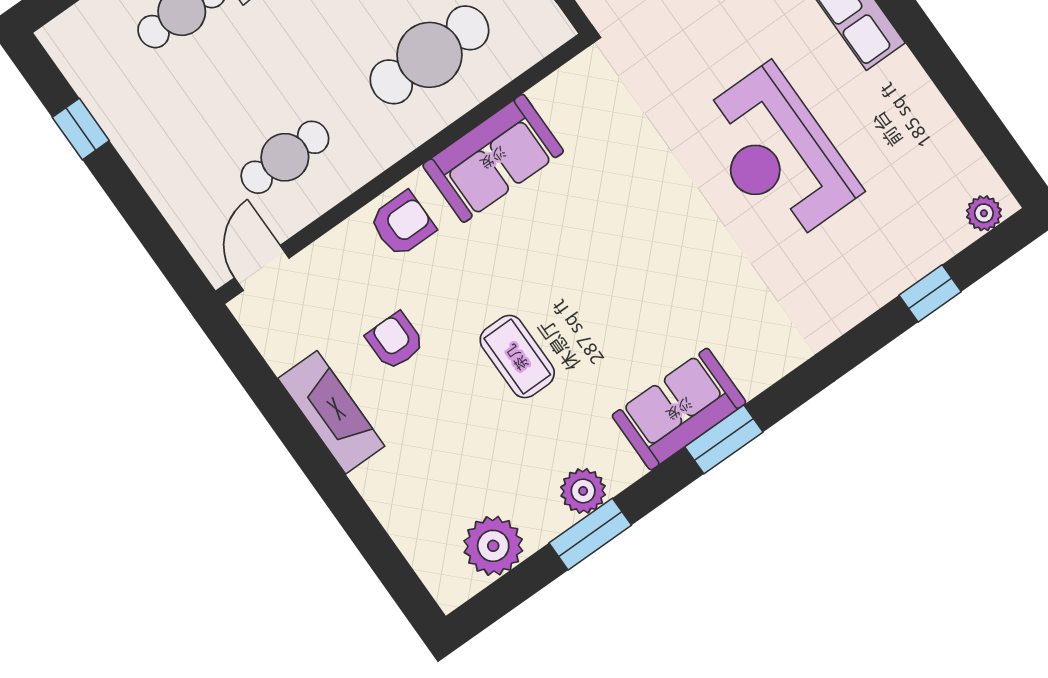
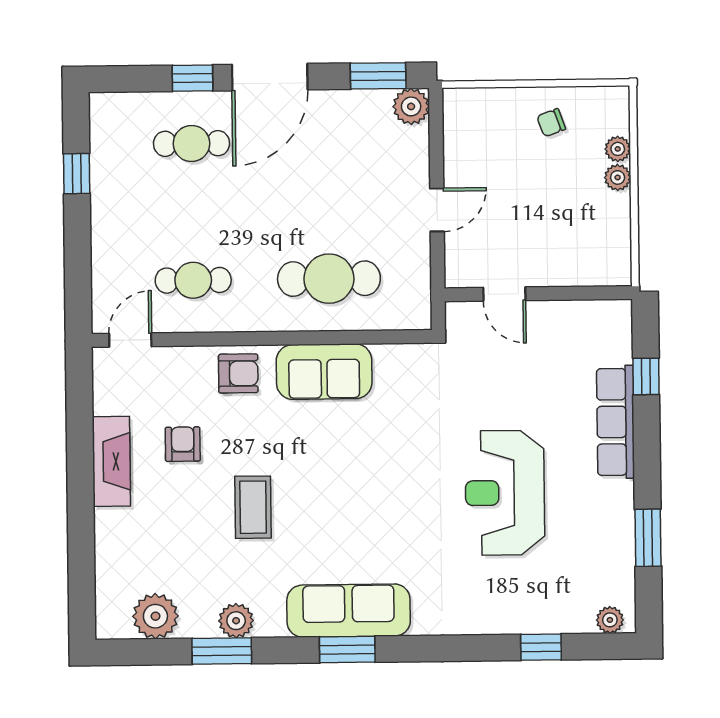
window: (964, 97) -> (648, 538), added
sofa: (679, 409) -> (349, 611), width x1.36

